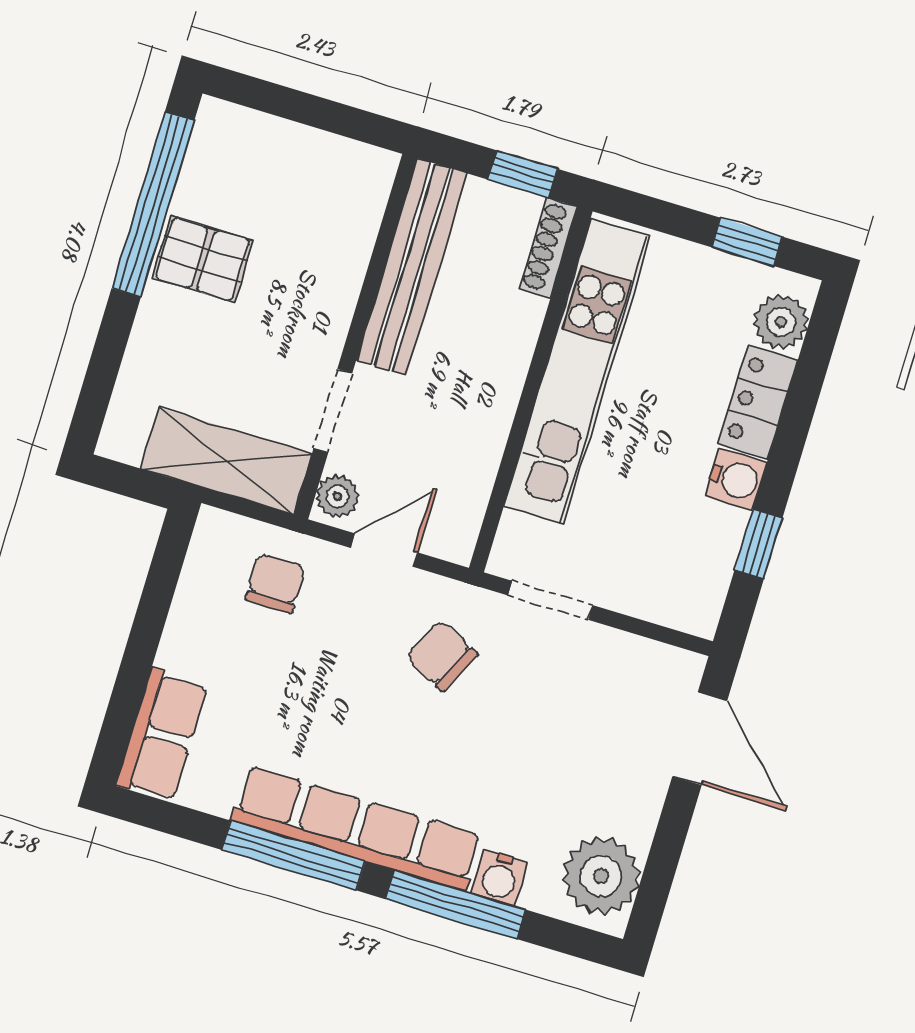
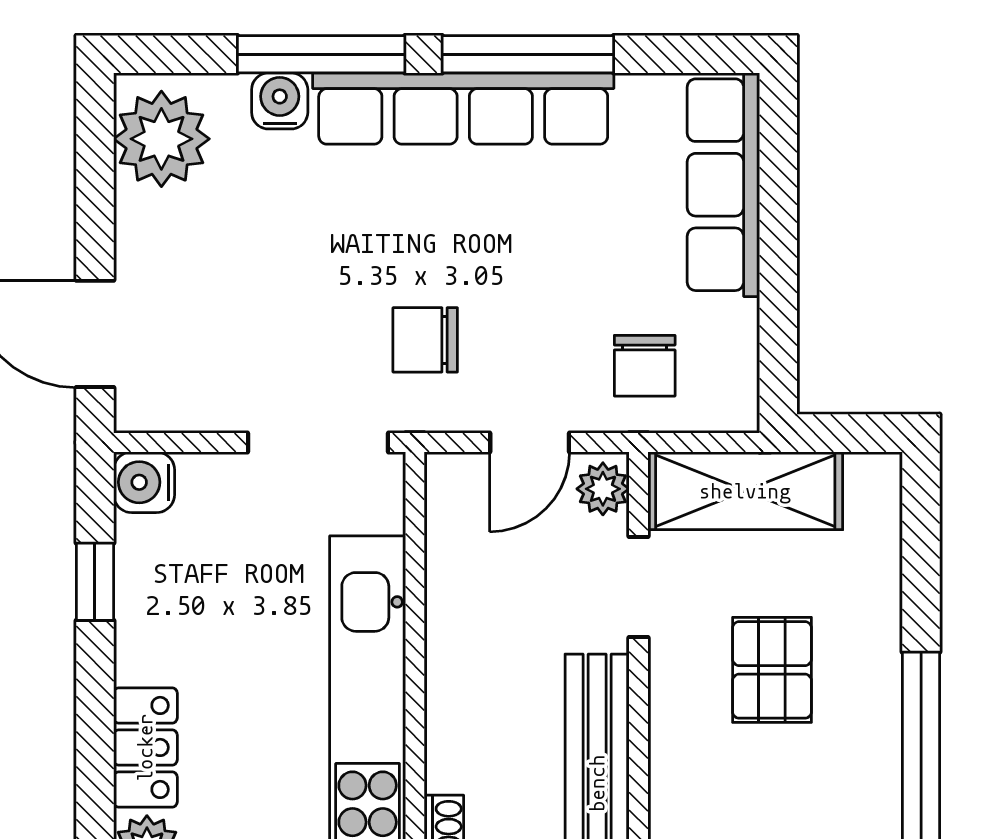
pallet: (203, 259) -> (772, 670), moved, turned 90
water cooler: (736, 479) -> (144, 482), moved
doorway: (550, 600) -> (318, 442), width x1.38
chair: (442, 655) -> (425, 340), turned 153
row of seats: (162, 735) -> (723, 185), width x1.48

